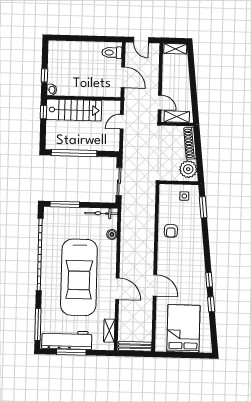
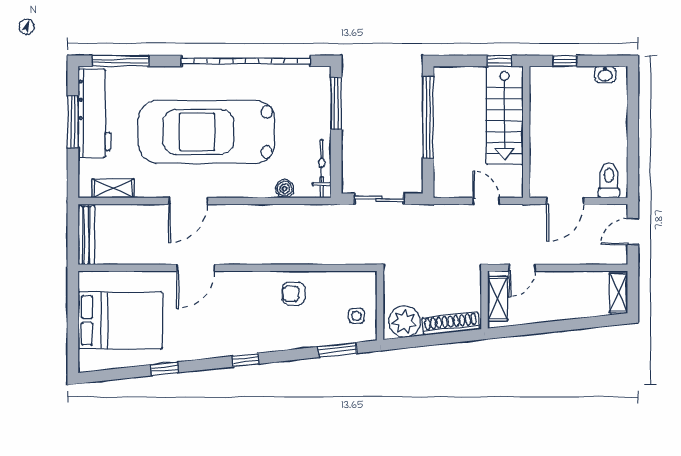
washbasin: (52, 90) -> (605, 74), moved
window: (209, 280) -> (245, 360), moved

